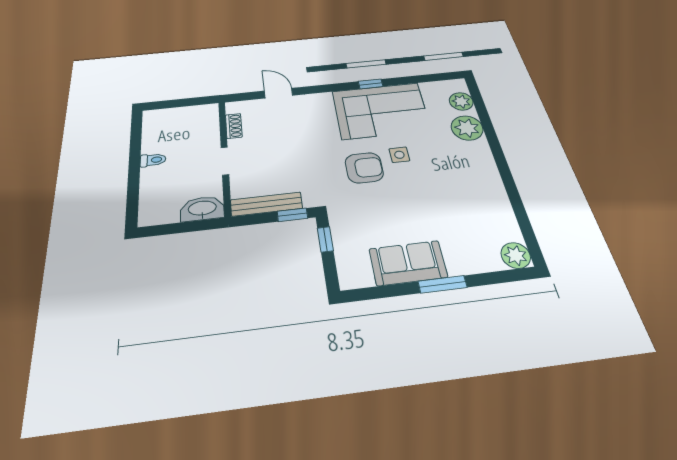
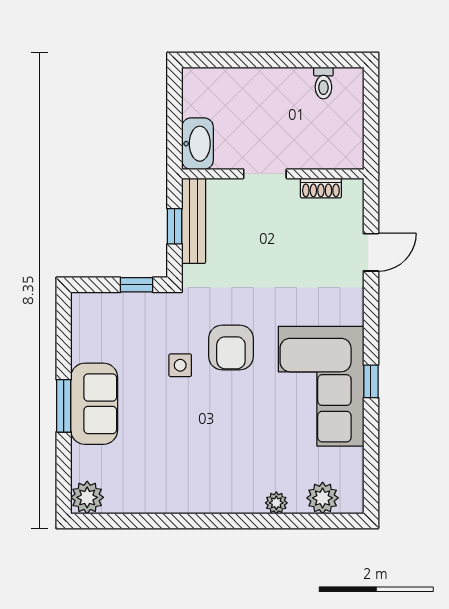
plant: (467, 128) -> (276, 503), width x0.53, depth x0.53
side table: (399, 155) -> (180, 365), moved
toilet: (153, 160) -> (323, 83), moved
window: (292, 215) -> (175, 226), moved
sofa: (408, 263) -> (94, 404), moved

